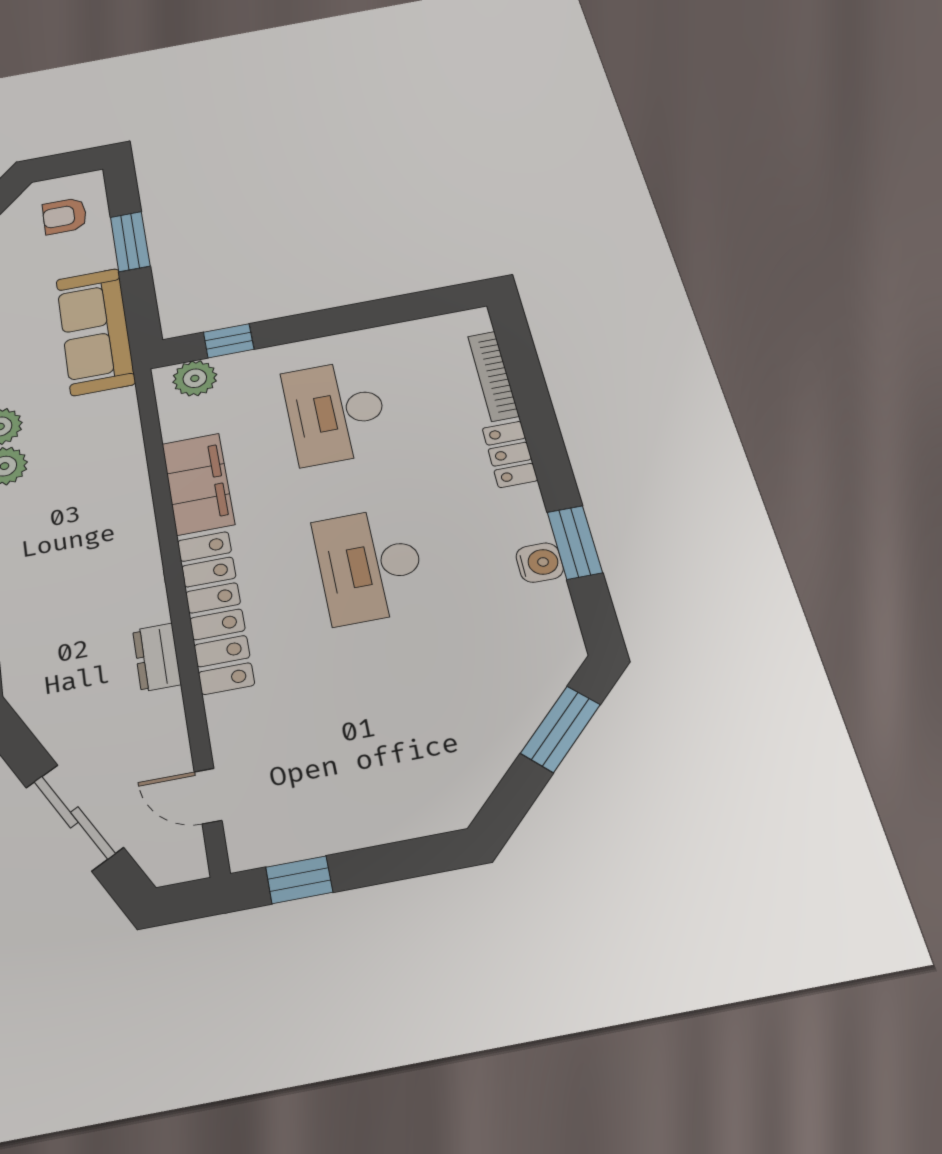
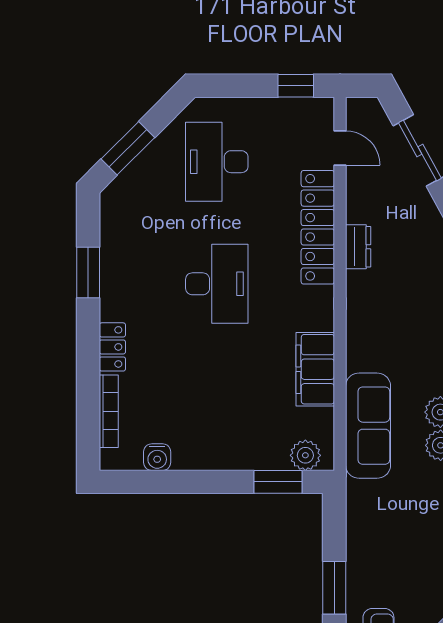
sofa: (95, 331) -> (368, 426), moved
window: (229, 341) -> (278, 482), width x1.50
desk: (336, 412) -> (217, 162), moved, turned 180
water cooler: (540, 563) -> (157, 457), moved, turned -90
locker: (215, 611) -> (318, 227), moved

